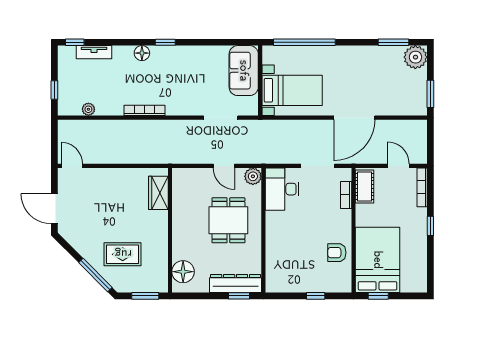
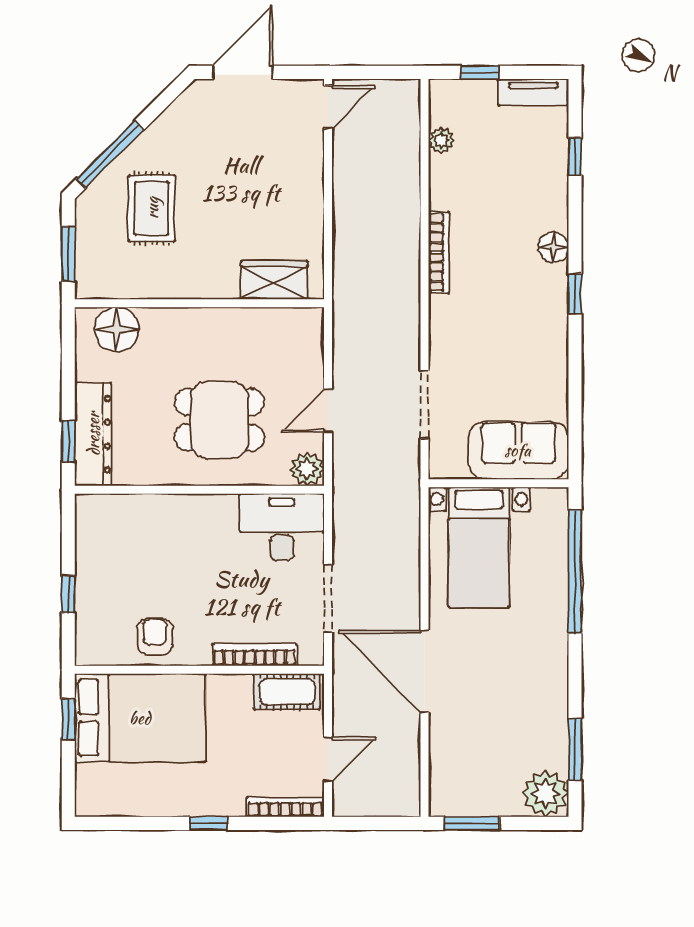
window: (75, 42) -> (575, 157), moved
tv unit: (94, 52) -> (533, 92), moved, turned -90
bookcase: (346, 195) -> (255, 655), width x1.56

